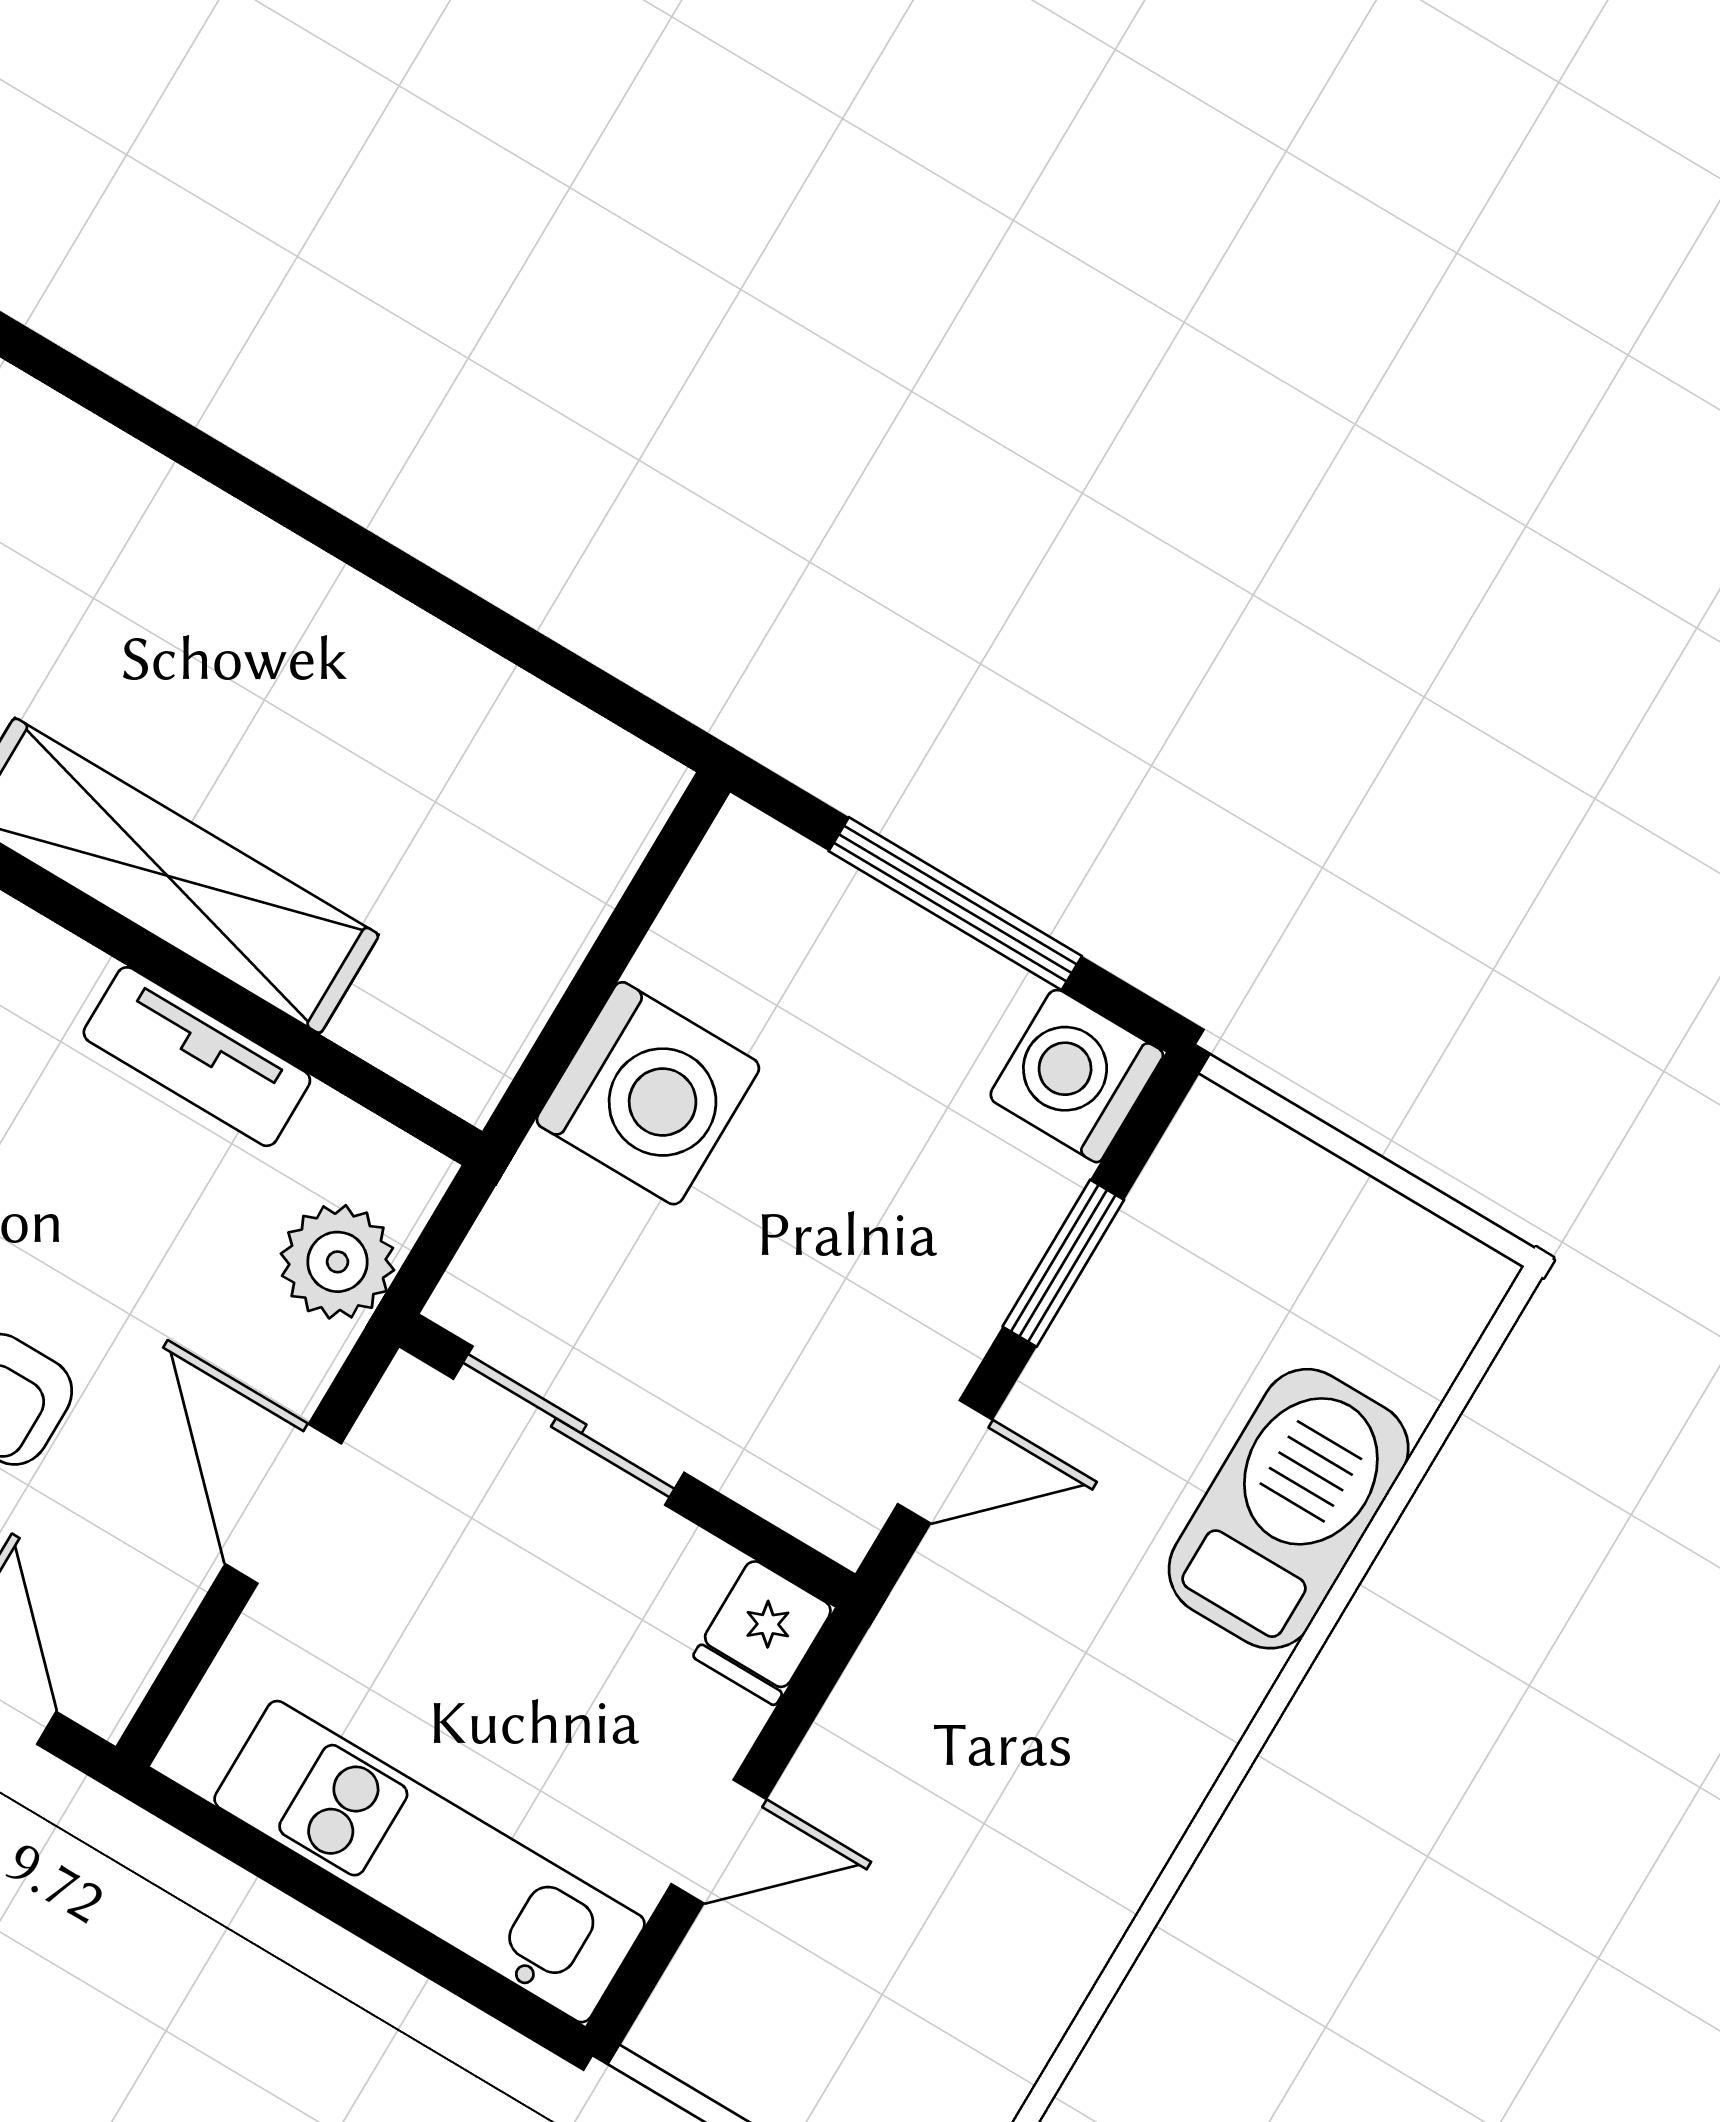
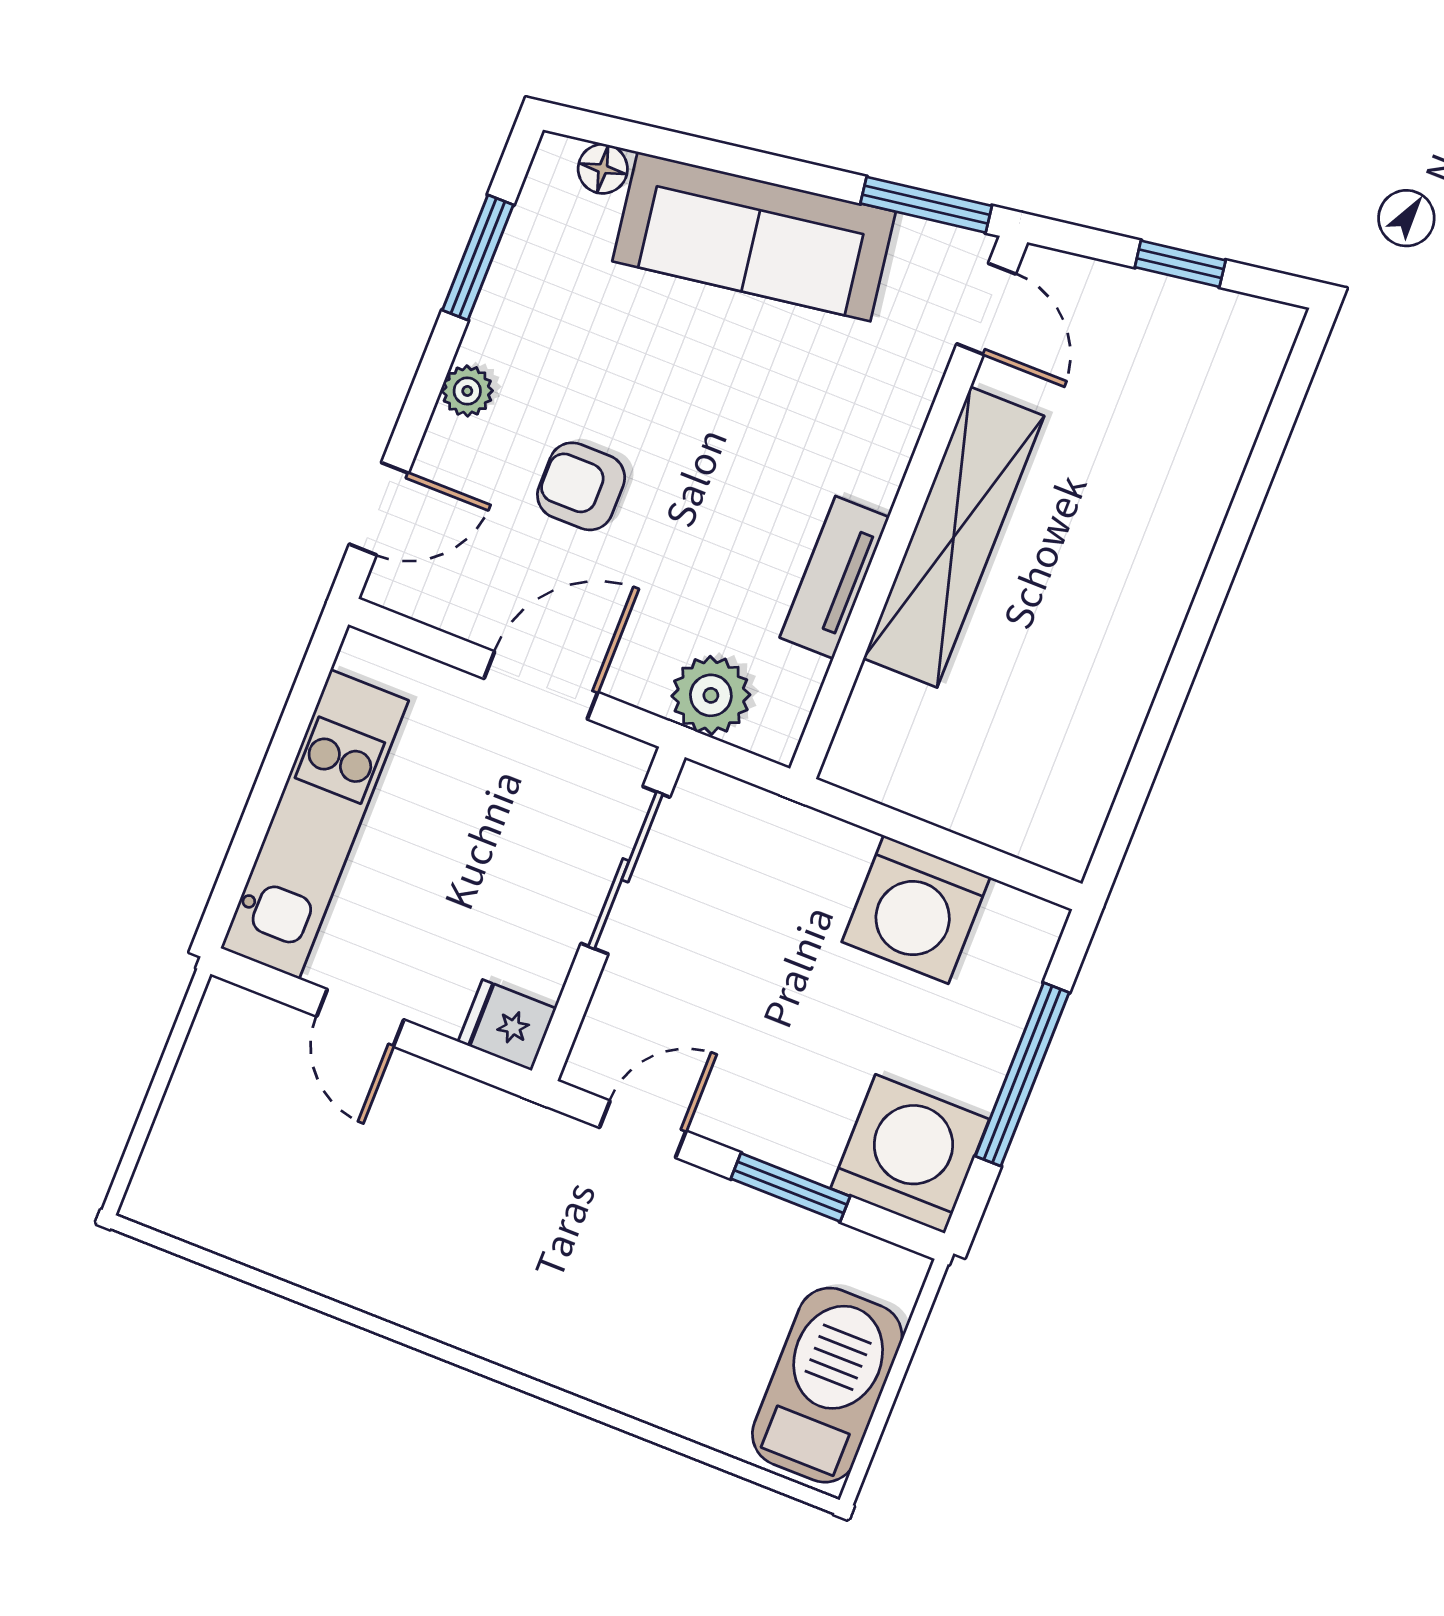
washing machine: (1076, 1075) -> (910, 1154), width x1.37, depth x1.37
washing machine: (648, 1093) -> (916, 910), moved
door: (945, 1462) -> (643, 1129), swing flipped
barbecue: (1289, 1509) -> (827, 1385), moved, turned -90

